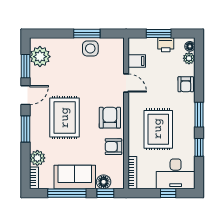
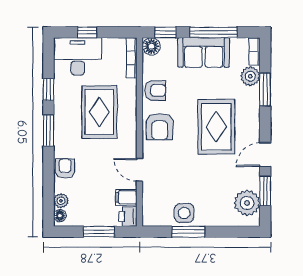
printer: (166, 45) -> (128, 217), moved, turned -90
window: (25, 129) -> (265, 89), moved
floor lamp: (104, 182) -> (151, 46), moved

